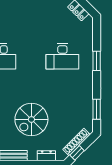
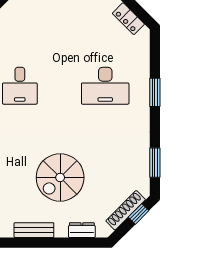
window: (77, 153) -> (139, 214), moved

